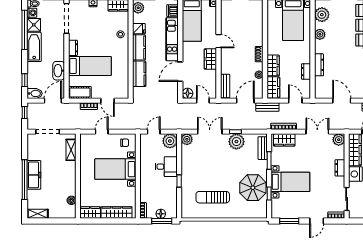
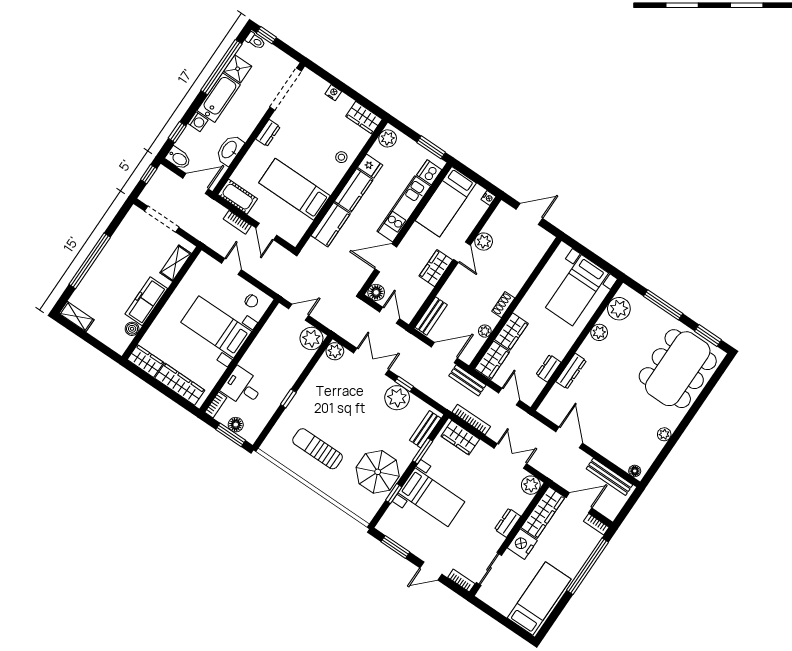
washing machine: (32, 13) -> (198, 122), moved
plant: (226, 28) -> (484, 242), added
bed: (90, 66) -> (294, 189), moved, turned 180
door: (102, 132) -> (231, 267), hinge flipped
desk: (166, 167) -> (242, 387), moved, turned 180
freezer: (34, 175) -> (146, 301), moved, turned 180

